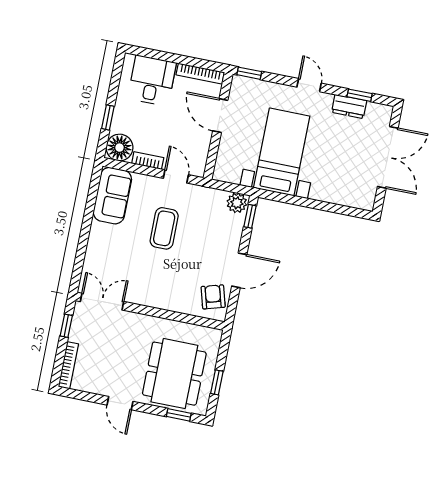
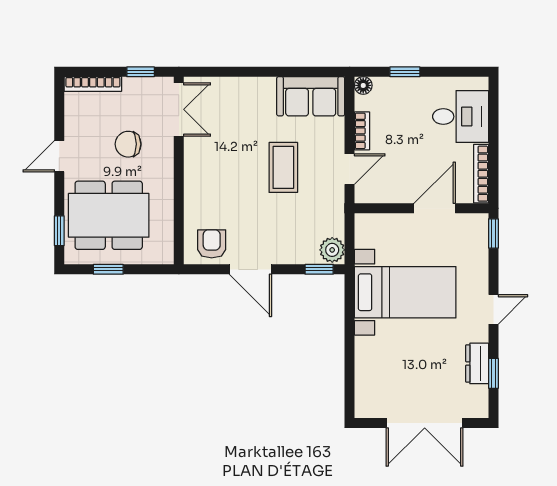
floor lamp: (120, 148) -> (363, 85), width x0.53, depth x0.53
coffee table: (164, 228) -> (283, 167), turned 90
armchair: (213, 297) -> (212, 244), turned -74
chair: (121, 347) -> (128, 144), added

